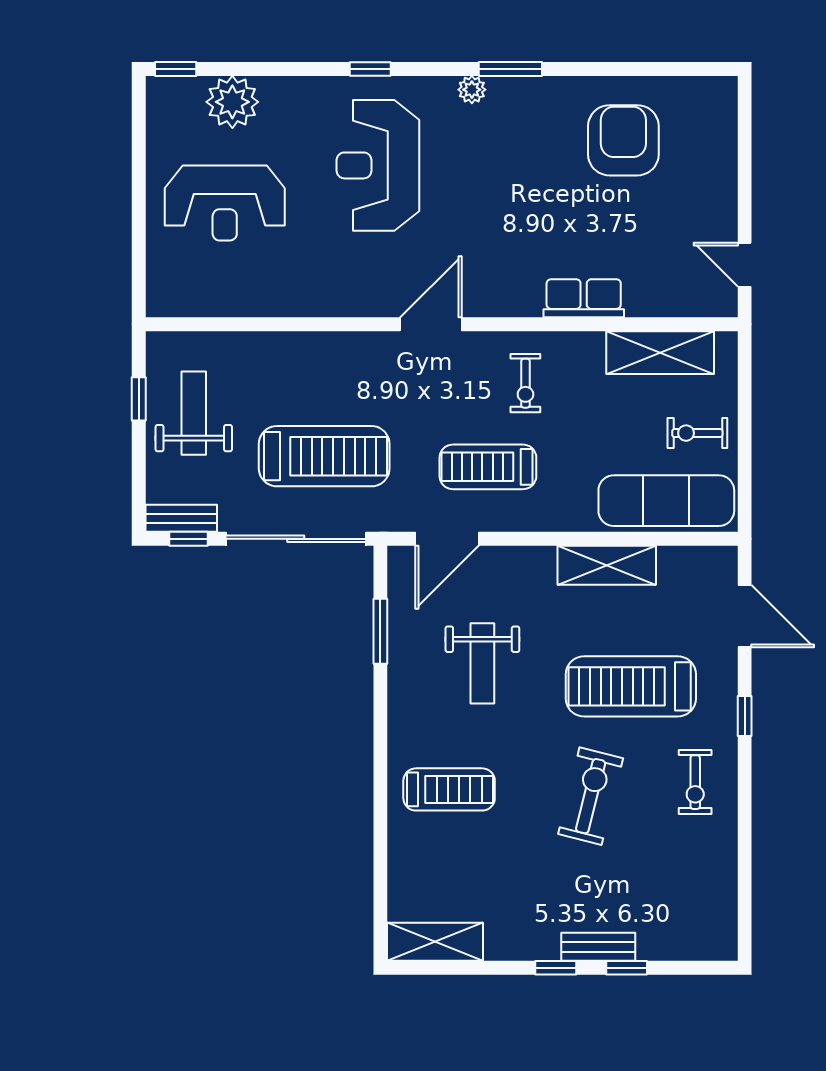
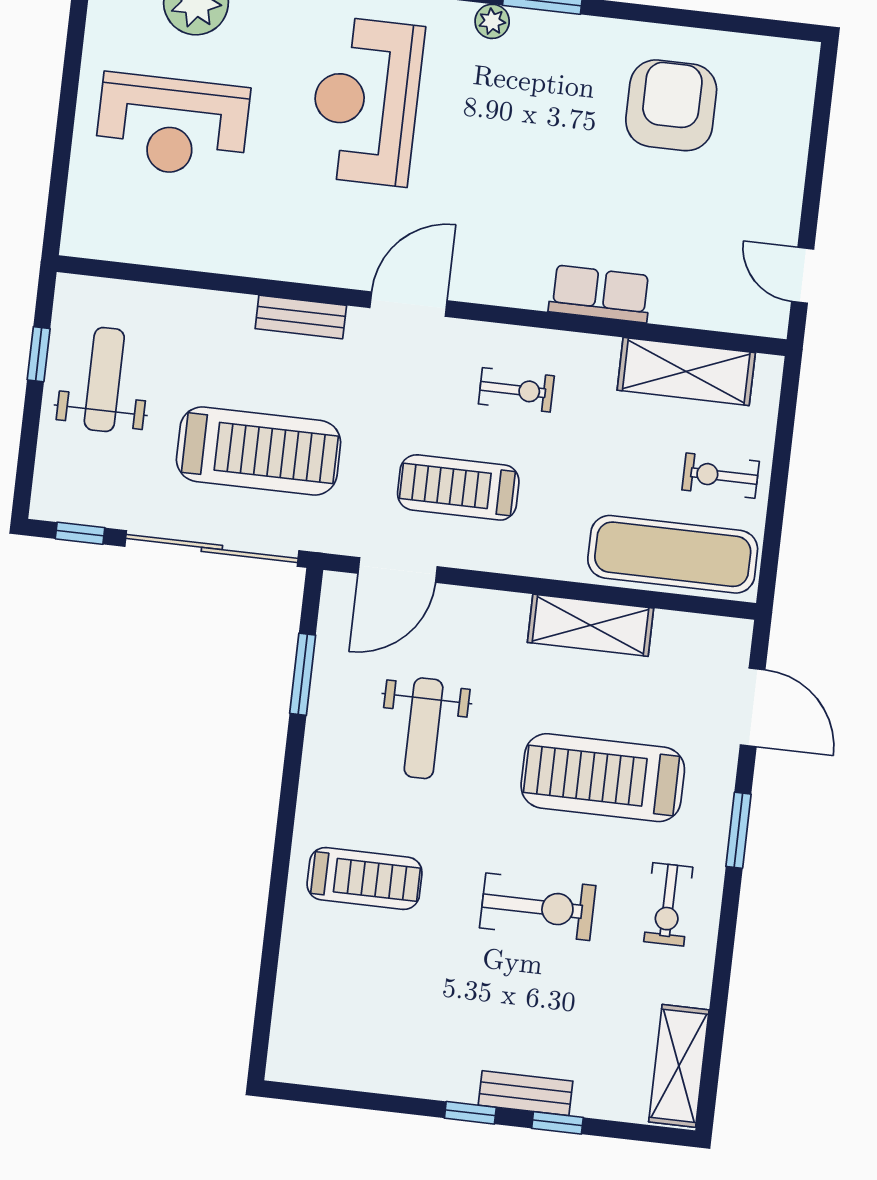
exercise bike: (525, 383) -> (516, 390), turned -90
bench: (181, 518) -> (301, 317), moved
window: (745, 716) -> (738, 830), width x1.50
exercise bike: (591, 796) -> (538, 907), turned 76
shelving: (435, 942) -> (679, 1066), moved, turned 90

